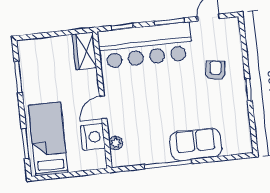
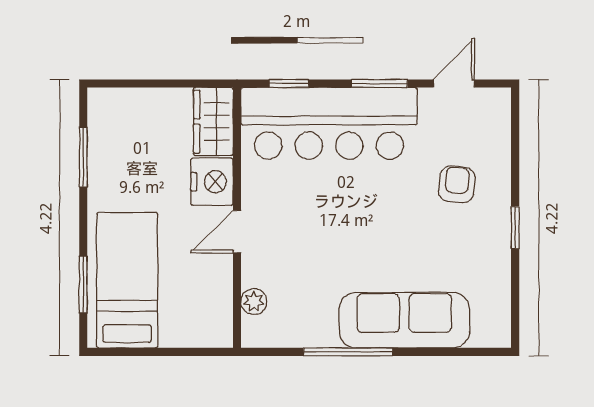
nightstand: (93, 137) -> (212, 182), moved
sofa: (196, 144) -> (404, 320), width x1.36

